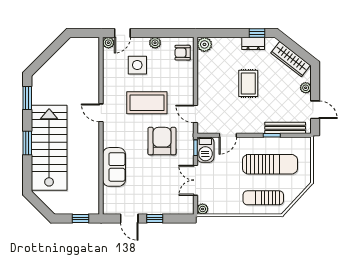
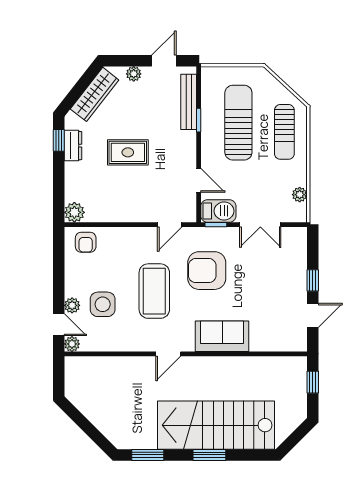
plant: (155, 43) -> (72, 305), moved
sofa: (114, 167) -> (222, 336), moved
plant: (203, 209) -> (300, 195), moved

